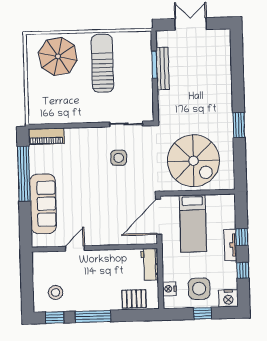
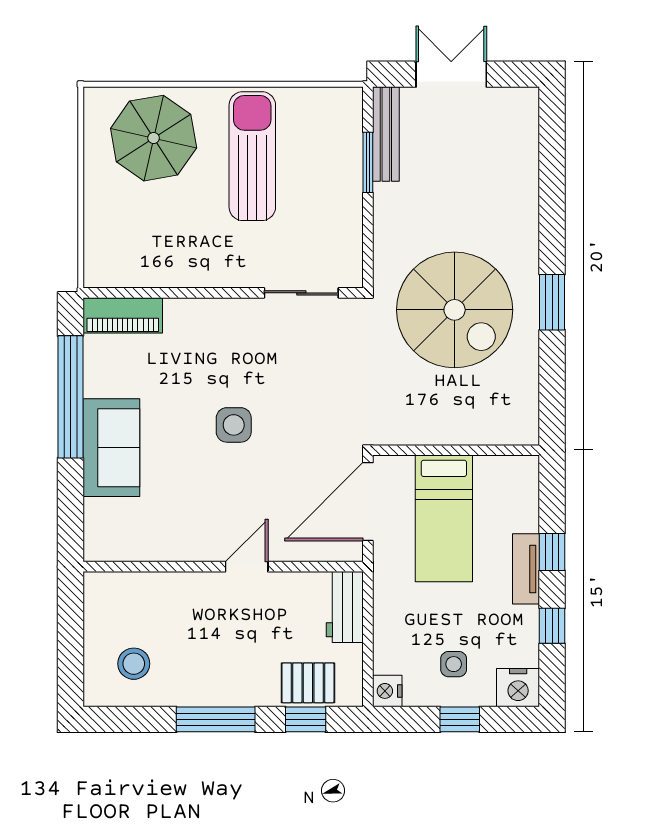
bench: (163, 69) -> (386, 134), moved
side table: (119, 158) -> (234, 425), moved
spiral stairs: (194, 161) -> (455, 310), moved
sofa: (43, 204) -> (111, 448), width x0.73
door: (75, 248) -> (247, 567), moved
nightstand: (169, 289) -> (387, 691), moved
side table: (199, 289) -> (454, 664), width x0.54, depth x0.54
window: (55, 318) -> (306, 719), moved

